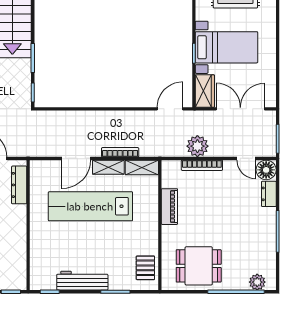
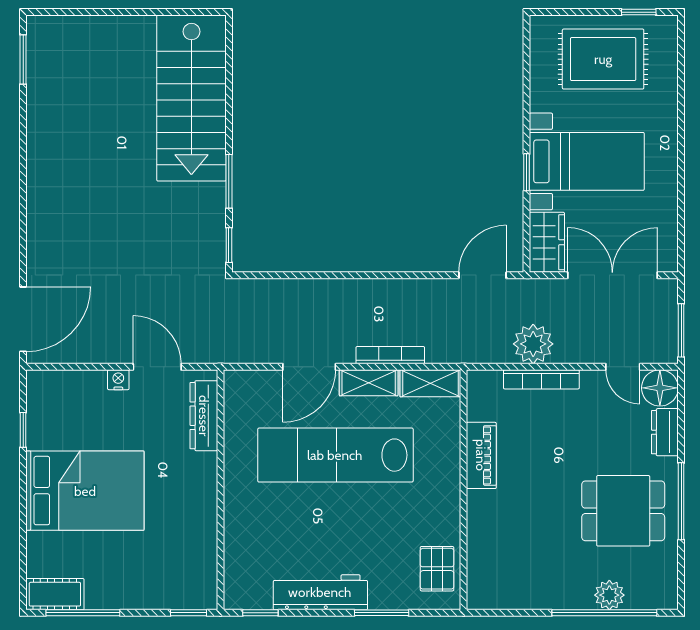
dining table: (199, 266) -> (623, 511), moved
plant: (257, 282) -> (609, 595), moved

